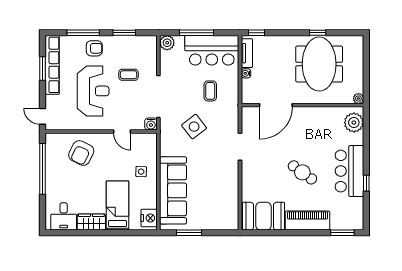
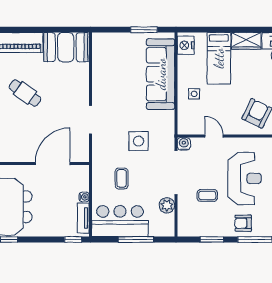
plant: (167, 43) -> (167, 205), moved
reception desk: (93, 91) -> (244, 178), turned 180
side table: (194, 127) -> (139, 141), turned 38

